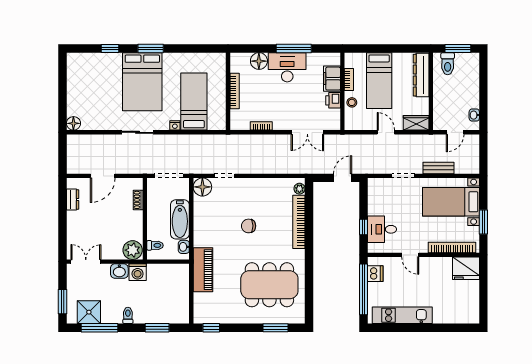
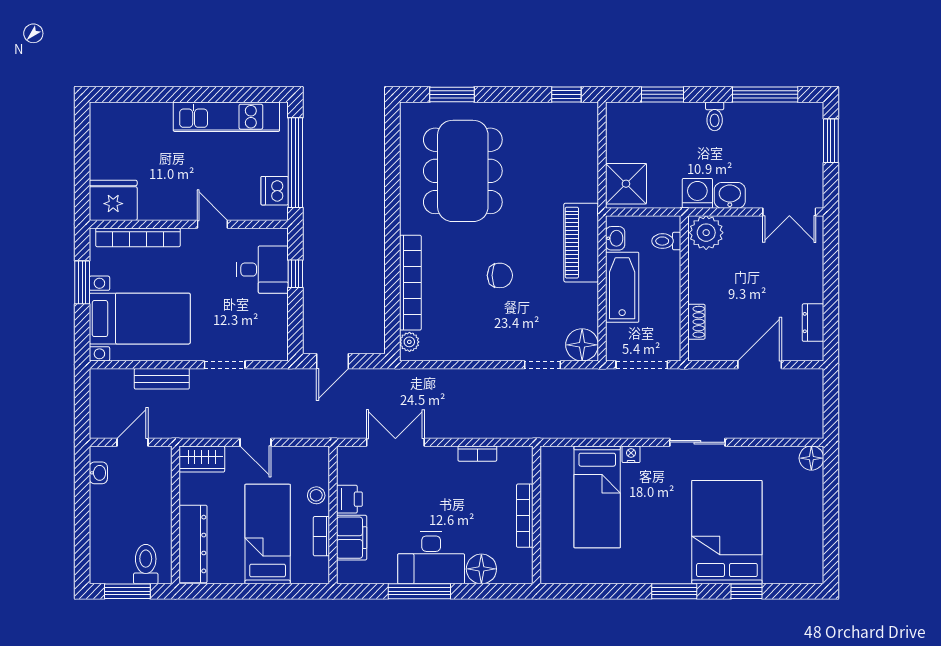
bed: (142, 82) -> (727, 532), moved
piano: (203, 270) -> (581, 243), moved
dining table: (269, 285) -> (463, 171), turned 90
shower: (89, 312) -> (626, 184), moved

